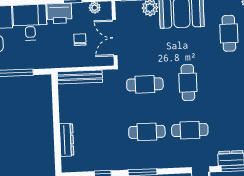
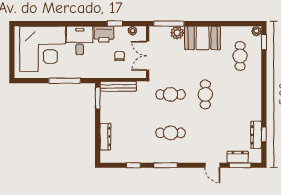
window: (55, 93) -> (98, 98), added
cafe table: (190, 130) -> (205, 133), removed

